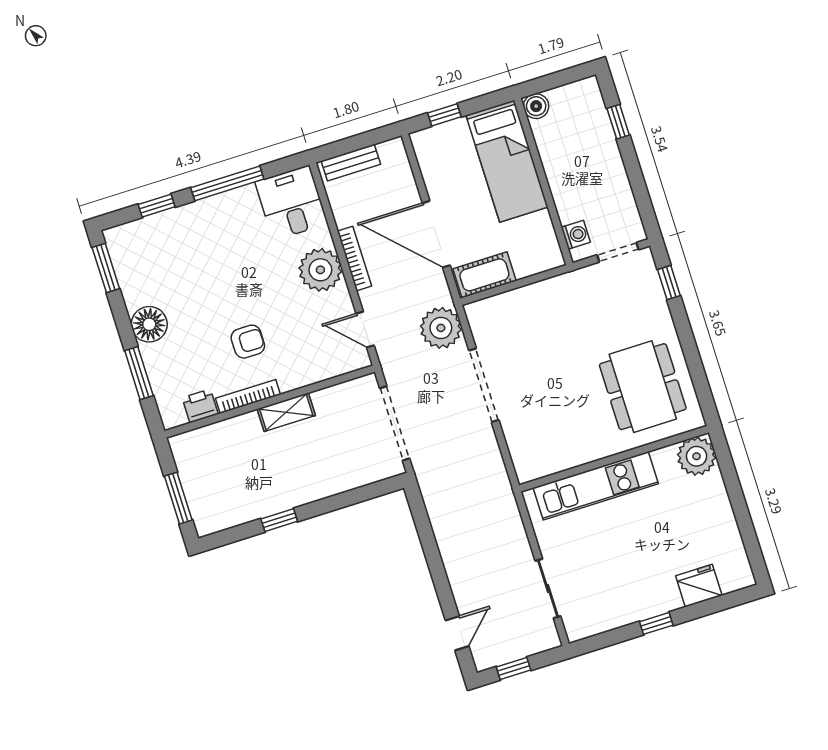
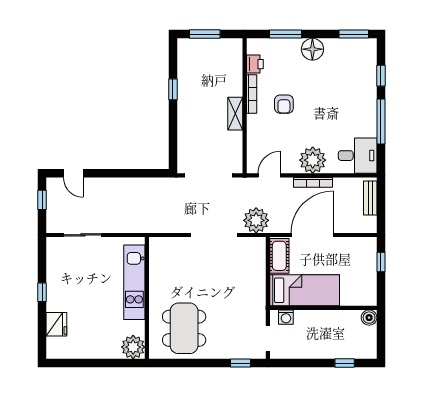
bed: (507, 161) -> (305, 290), moved, turned 180
dining table: (643, 387) -> (184, 328), turned 90

